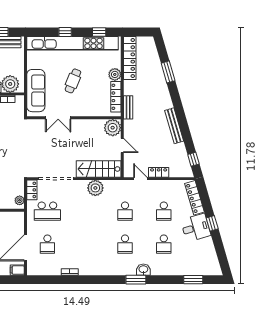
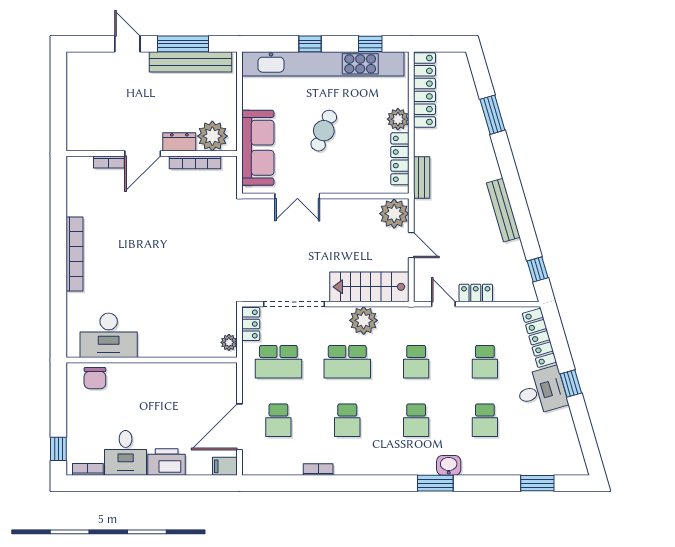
school desk: (86, 211) -> (347, 362), added
school desk: (86, 244) -> (347, 420), added

